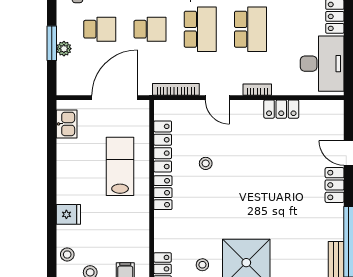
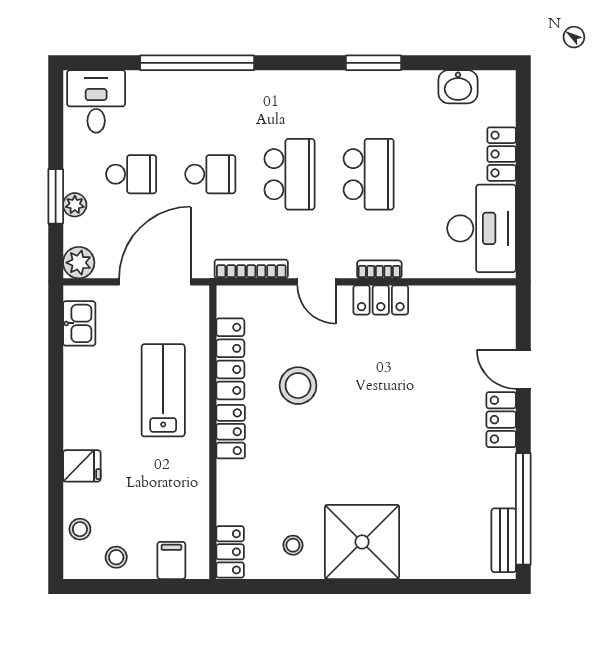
plant: (66, 85) -> (79, 263), added
locker: (281, 109) -> (381, 300), moved
stool: (206, 163) -> (298, 386), width x1.89, depth x1.89

